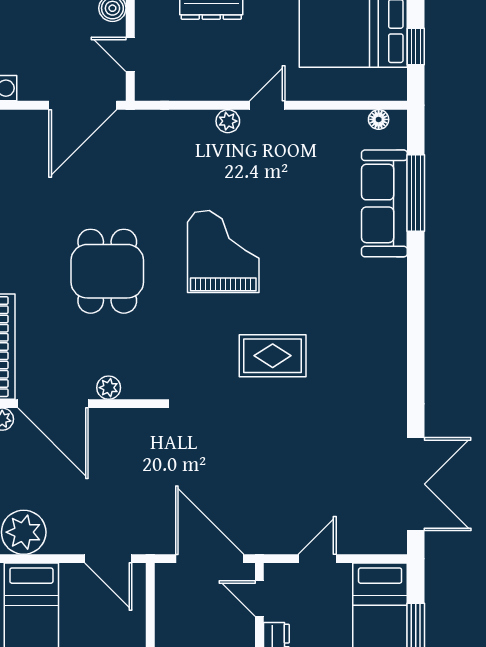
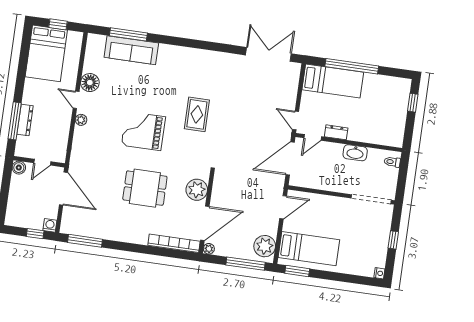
floor lamp: (379, 119) -> (90, 83), moved, width x1.89, depth x1.89
plant: (109, 388) -> (197, 190), width x1.88, depth x1.88
door: (317, 559) -> (296, 120), moved

